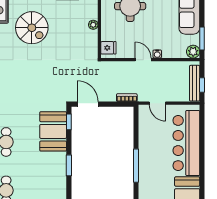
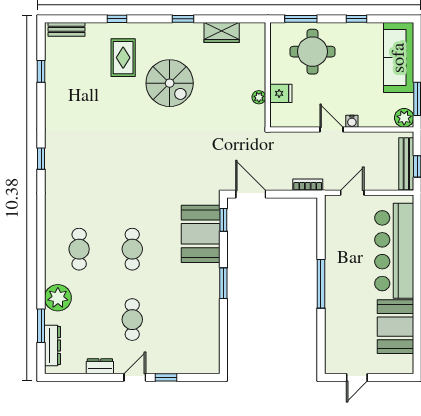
plant: (93, 25) -> (259, 97), moved
fridge: (108, 48) -> (281, 93), moved
door: (157, 103) -> (352, 193), swing flipped

